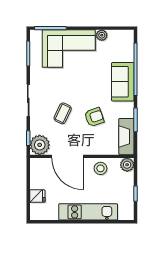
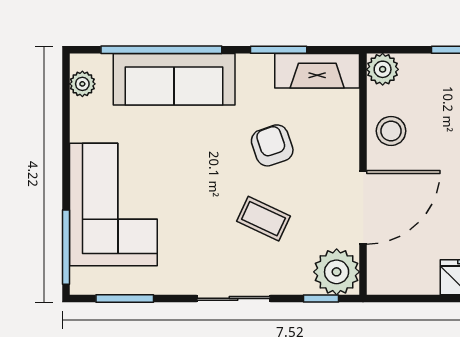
plant: (102, 35) -> (82, 84), moved
sofa: (123, 82) -> (174, 79), width x1.36

